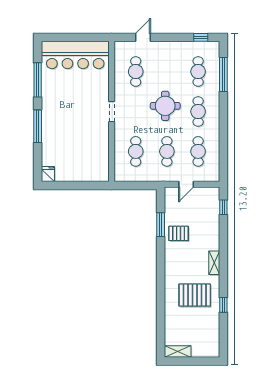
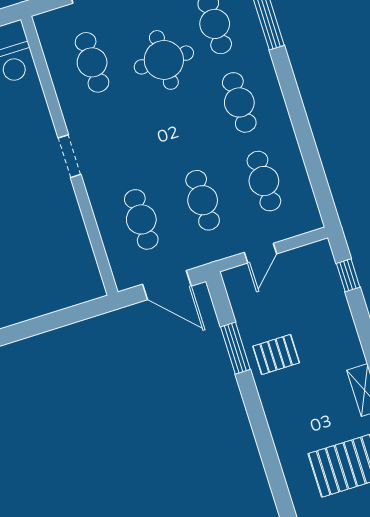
round table: (165, 106) -> (164, 60), moved
door: (138, 186) -> (167, 285), added

